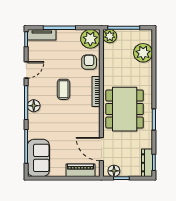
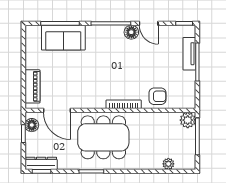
tv unit: (42, 35) -> (189, 54), moved
plant: (90, 39) -> (185, 98), removed
plant: (143, 53) -> (168, 164), width x0.53, depth x0.53
coffee table: (63, 89) -> (126, 67), removed
floor lamp: (34, 106) -> (131, 32), moved
door: (101, 149) -> (57, 110), swing flipped
sofa: (38, 158) -> (63, 38), moved

